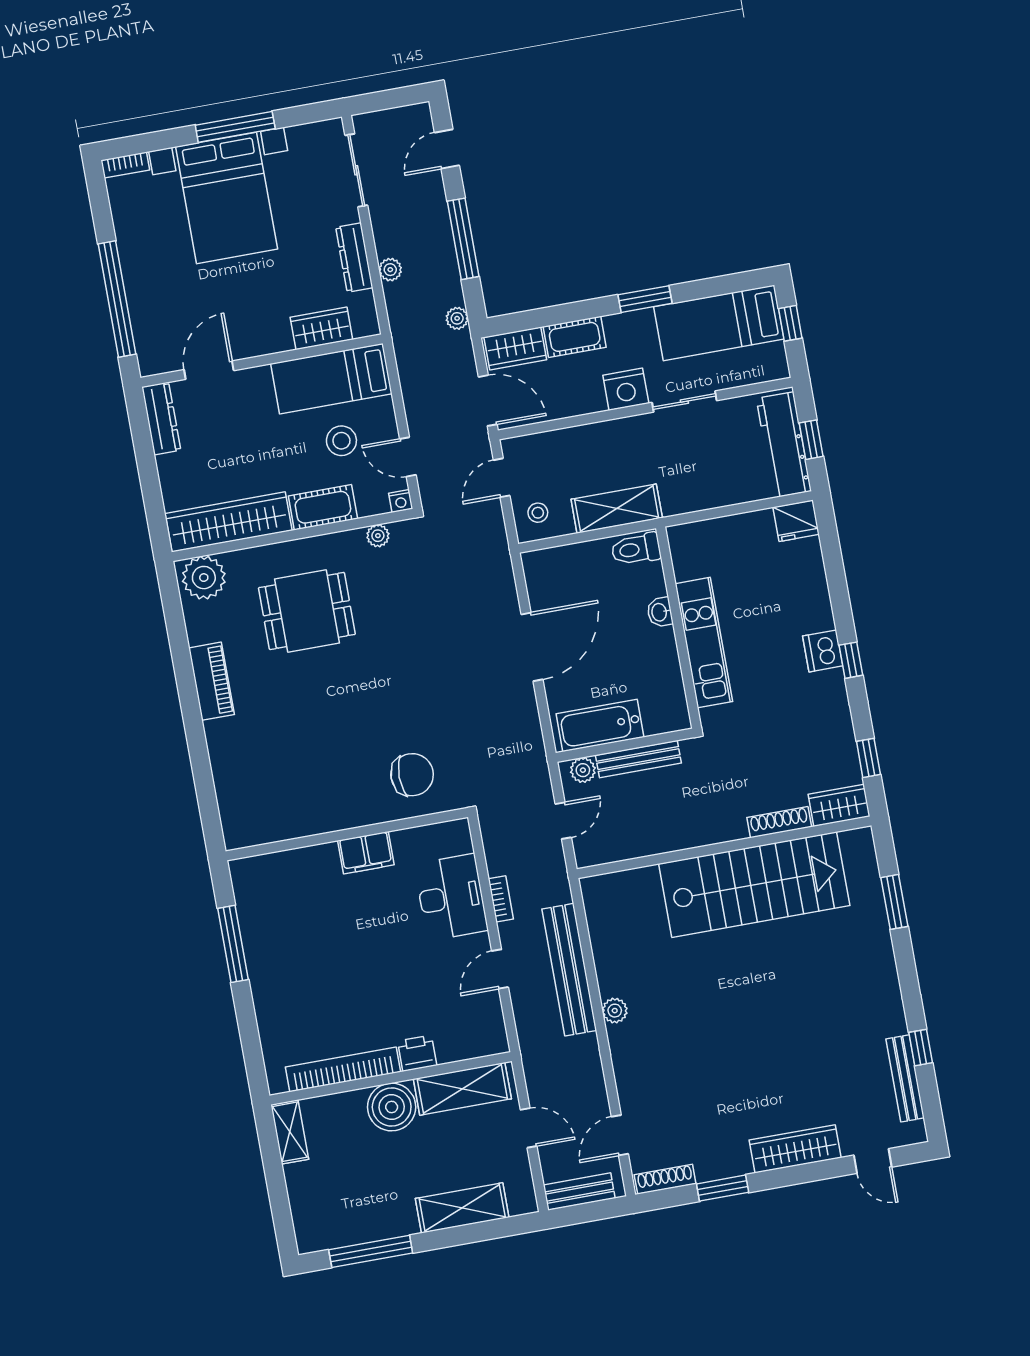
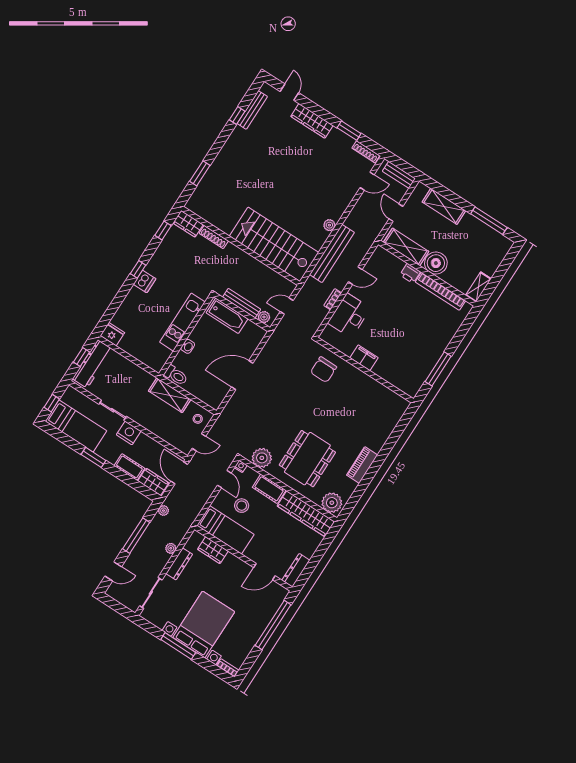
plant: (378, 536) -> (262, 458), width x1.88, depth x1.88
dining table: (307, 611) -> (307, 459), width x1.38
bathtub: (600, 725) -> (227, 316), moved
chair: (412, 775) -> (324, 370), turned -90
stairs: (754, 885) -> (274, 244), moved

